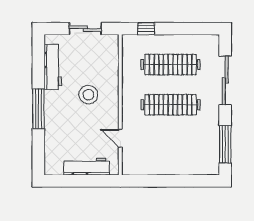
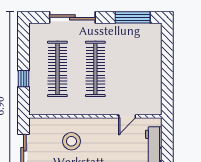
window: (146, 29) -> (24, 79), moved
stool: (88, 95) -> (71, 141), moved

